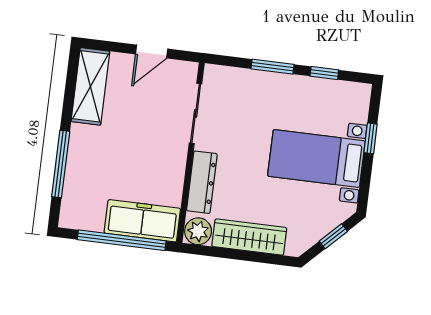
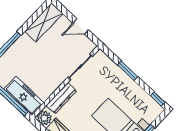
window: (324, 73) -> (158, 99), moved

